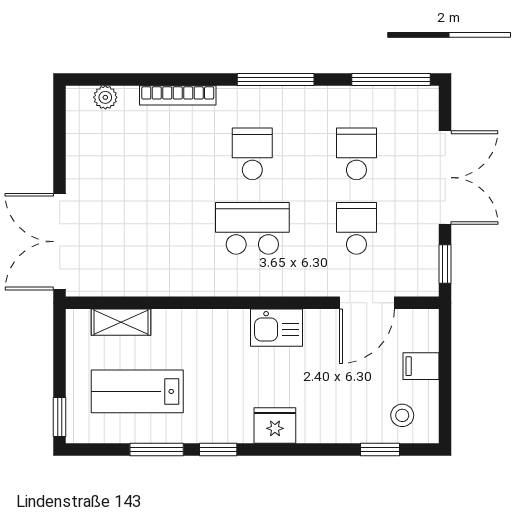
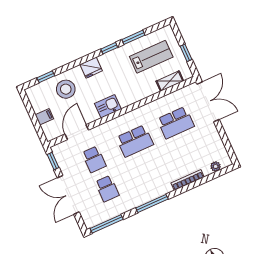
school desk: (252, 154) -> (176, 123), moved, width x1.85
stool: (402, 415) -> (66, 89), moved, width x1.89, depth x1.89
window: (60, 417) -> (186, 53), moved

